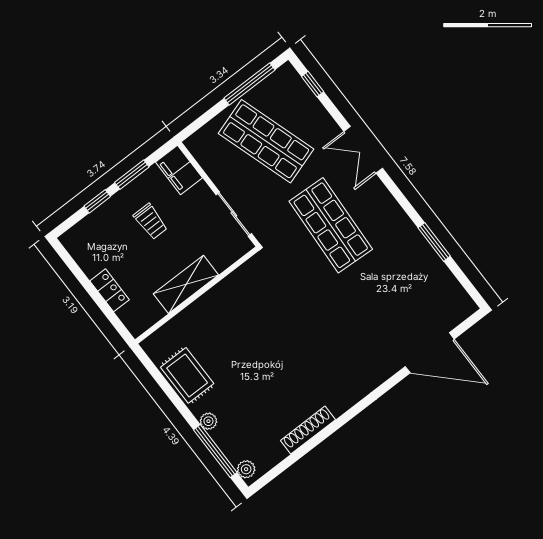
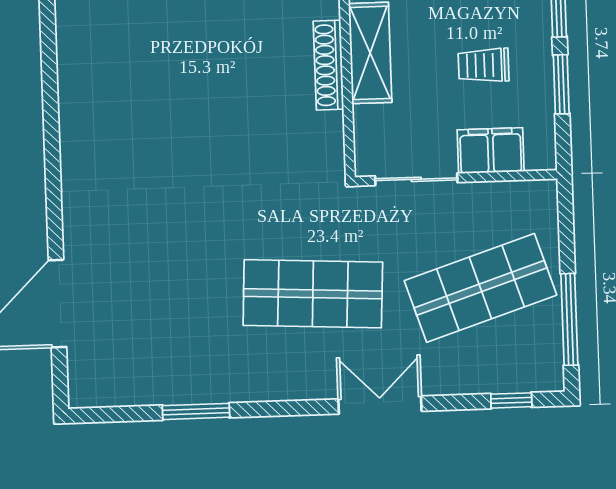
filing cabinet: (179, 170) -> (491, 151), moved
shoe rack: (308, 430) -> (328, 65), moved, turned 180

